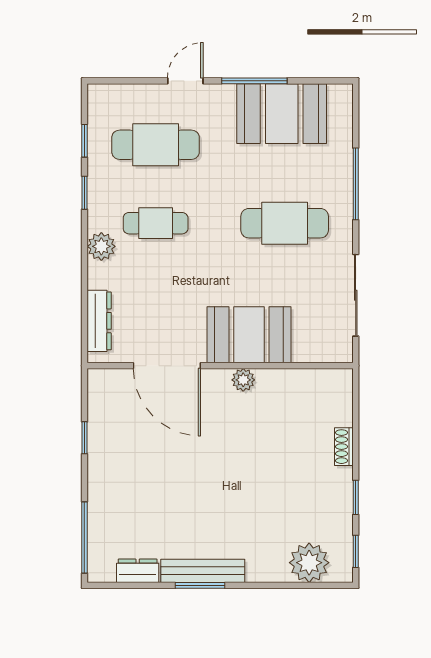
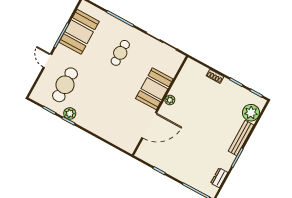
cafe table: (156, 223) -> (94, 101), removed
cafe table: (285, 223) -> (120, 53), width x0.73, depth x0.74
plant: (101, 246) -> (70, 113), moved
dresser: (99, 321) -> (119, 141), removed
bench: (203, 571) -> (241, 138), moved

